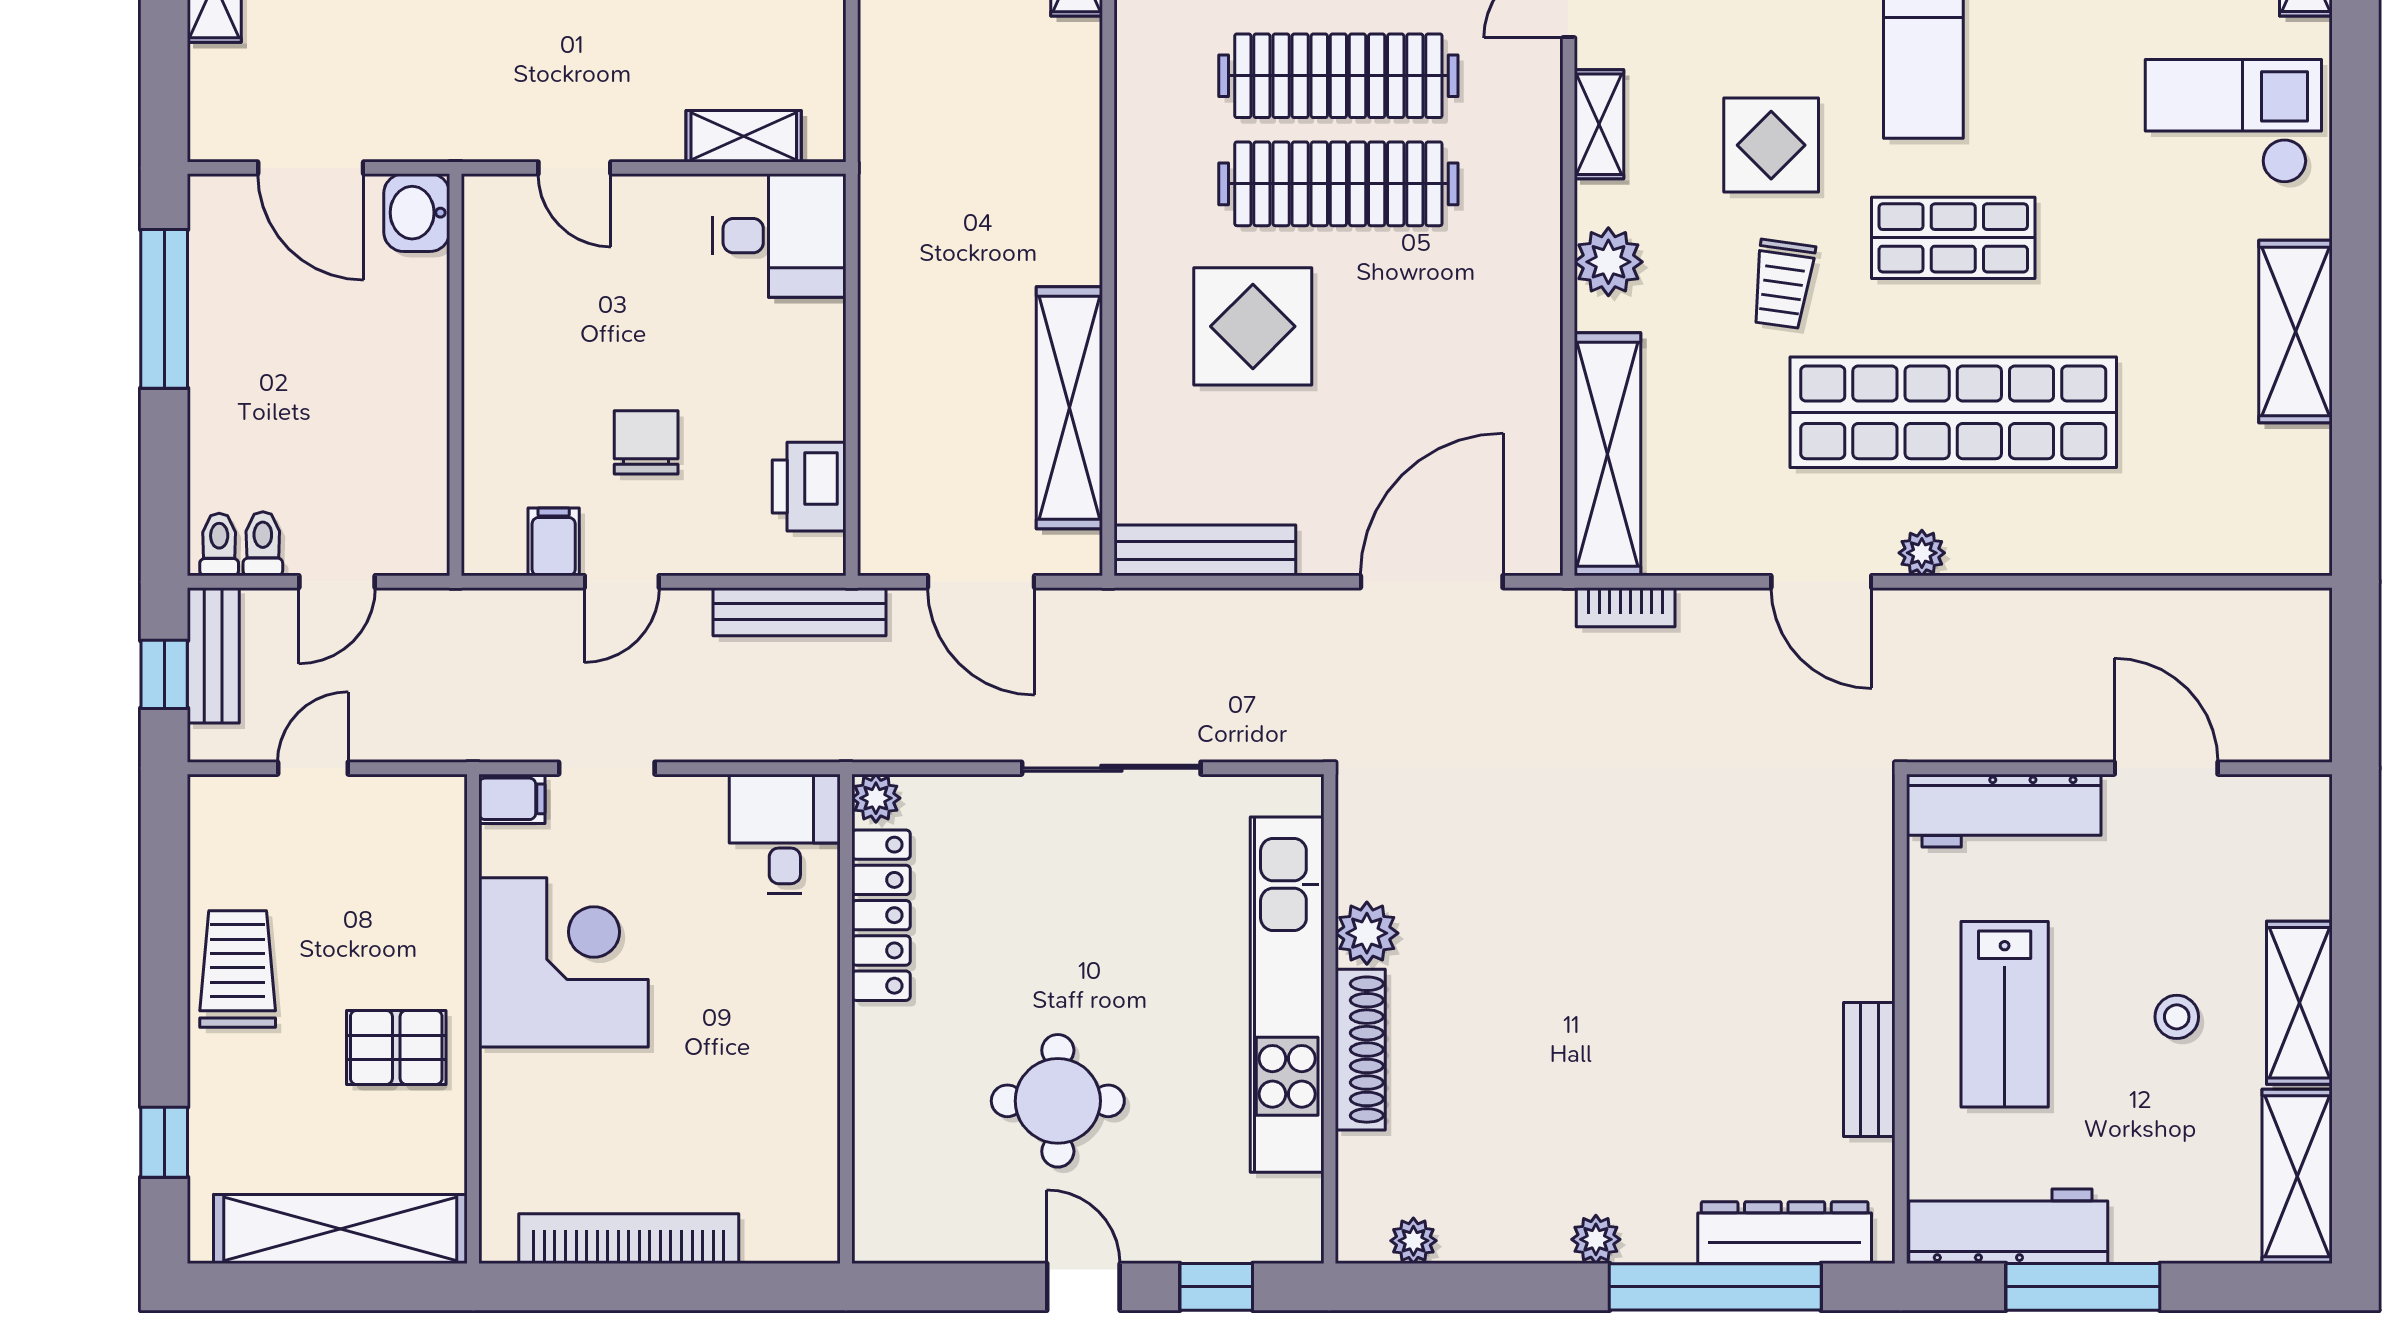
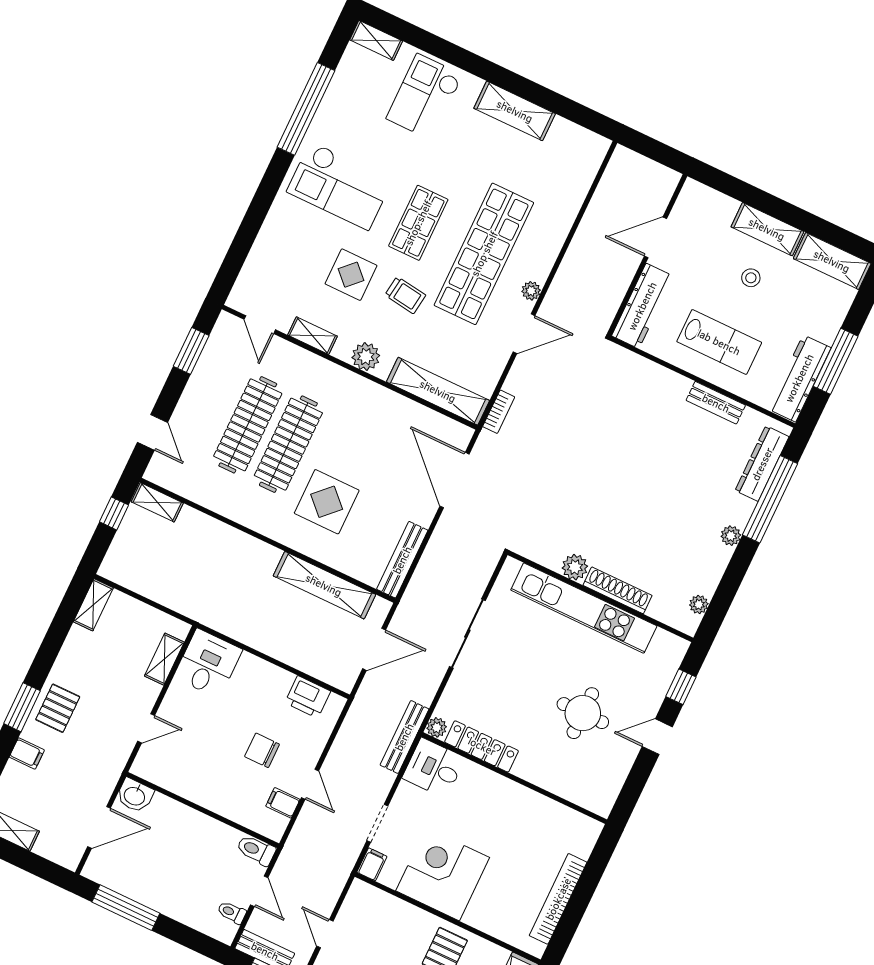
toilet: (219, 544) -> (256, 850), moved, width x1.37, depth x1.39
bench: (800, 612) -> (404, 737), moved

